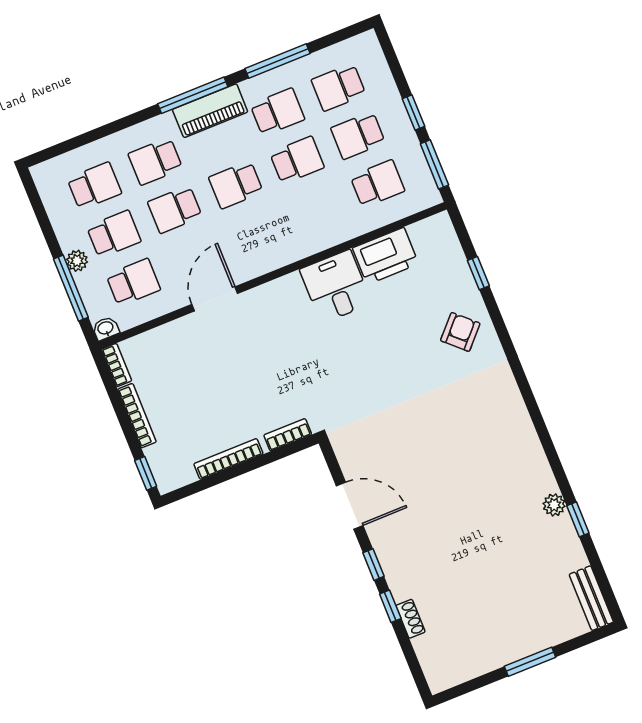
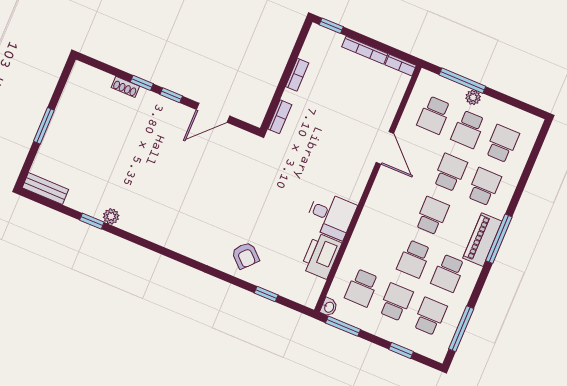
window: (277, 61) -> (461, 329), moved
window: (414, 113) -> (401, 350), moved
school desk: (94, 186) -> (502, 144), turned 180
washbasin: (106, 328) -> (329, 307), moved
bookcase: (228, 459) -> (297, 75), width x0.64

